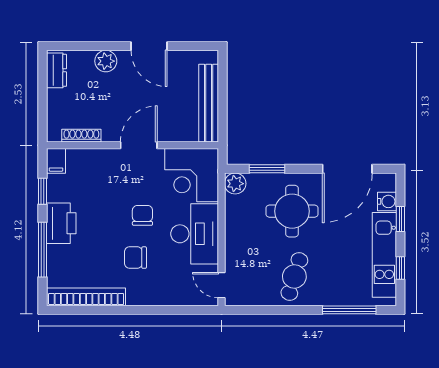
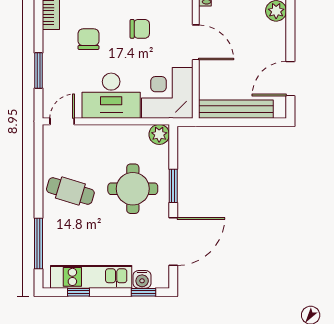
door: (149, 46) -> (290, 79), moved
window: (267, 169) -> (173, 186), moved
door: (347, 169) -> (173, 242), swing flipped
chair: (142, 215) -> (140, 29), moved
window: (400, 219) -> (144, 292), moved
window: (168, 310) -> (38, 70), added

